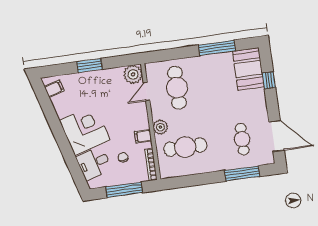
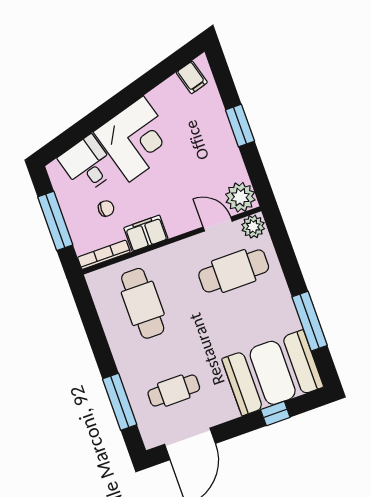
booth: (248, 69) -> (273, 373), width x1.36, depth x1.42
plant: (160, 127) -> (253, 227), moved
filing cabinet: (143, 136) -> (146, 233), width x2.00

